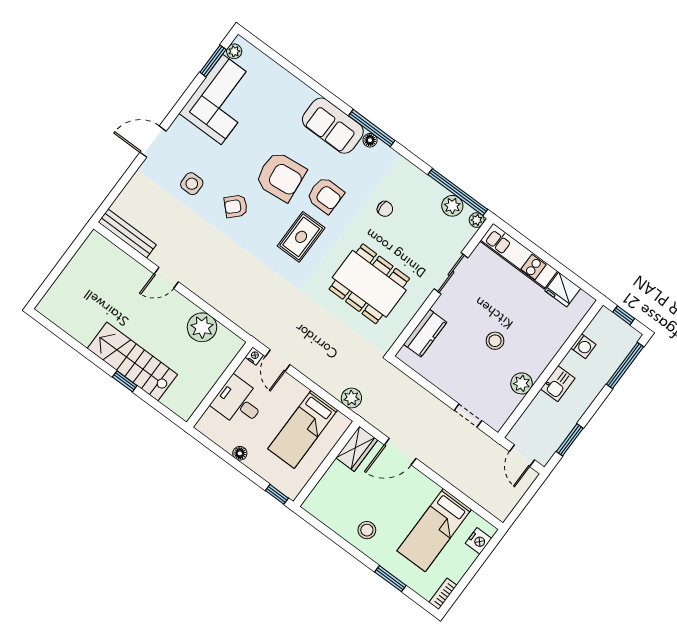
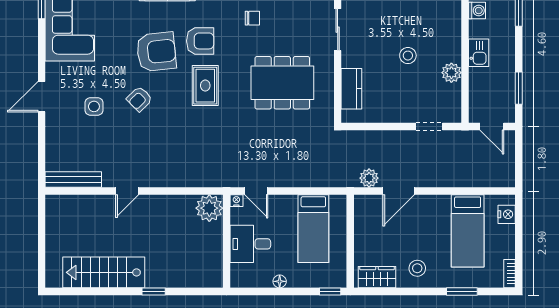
plant: (202, 327) -> (209, 208), moved
stairs: (132, 362) -> (104, 272), moved
plant: (351, 398) -> (369, 178), moved
wardrobe: (357, 449) -> (377, 277), moved, turned -90

